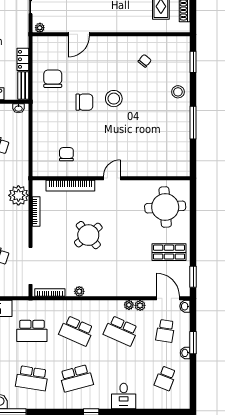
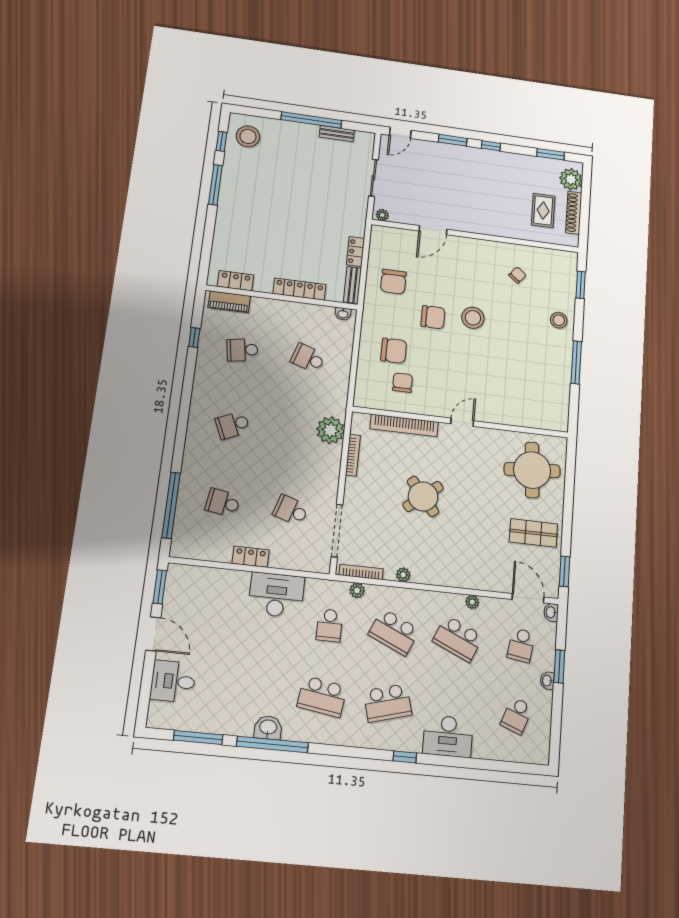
chair: (53, 79) -> (393, 282), turned 180
chair: (58, 131) -> (394, 351), added
plant: (140, 305) -> (357, 590), moved
school desk: (32, 331) -> (329, 625), width x0.54
desk: (124, 396) -> (448, 736), width x1.37

